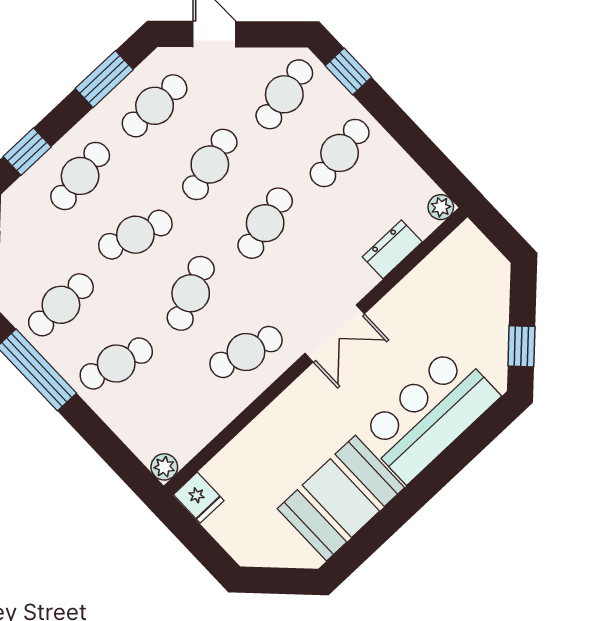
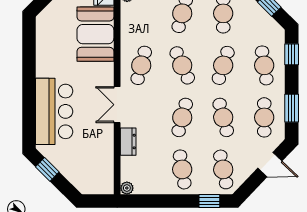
cafe table: (265, 223) -> (182, 117), turned 30
dresser: (392, 249) -> (128, 142), moved
booth: (341, 498) -> (95, 34), moved

